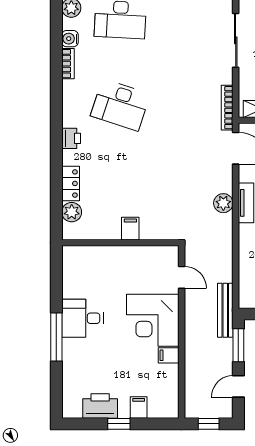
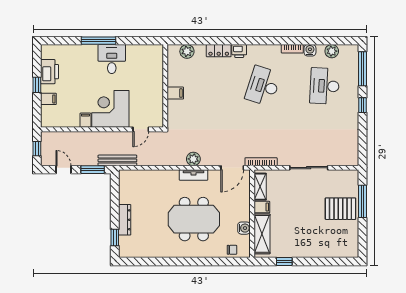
locker: (71, 183) -> (219, 51), moved

